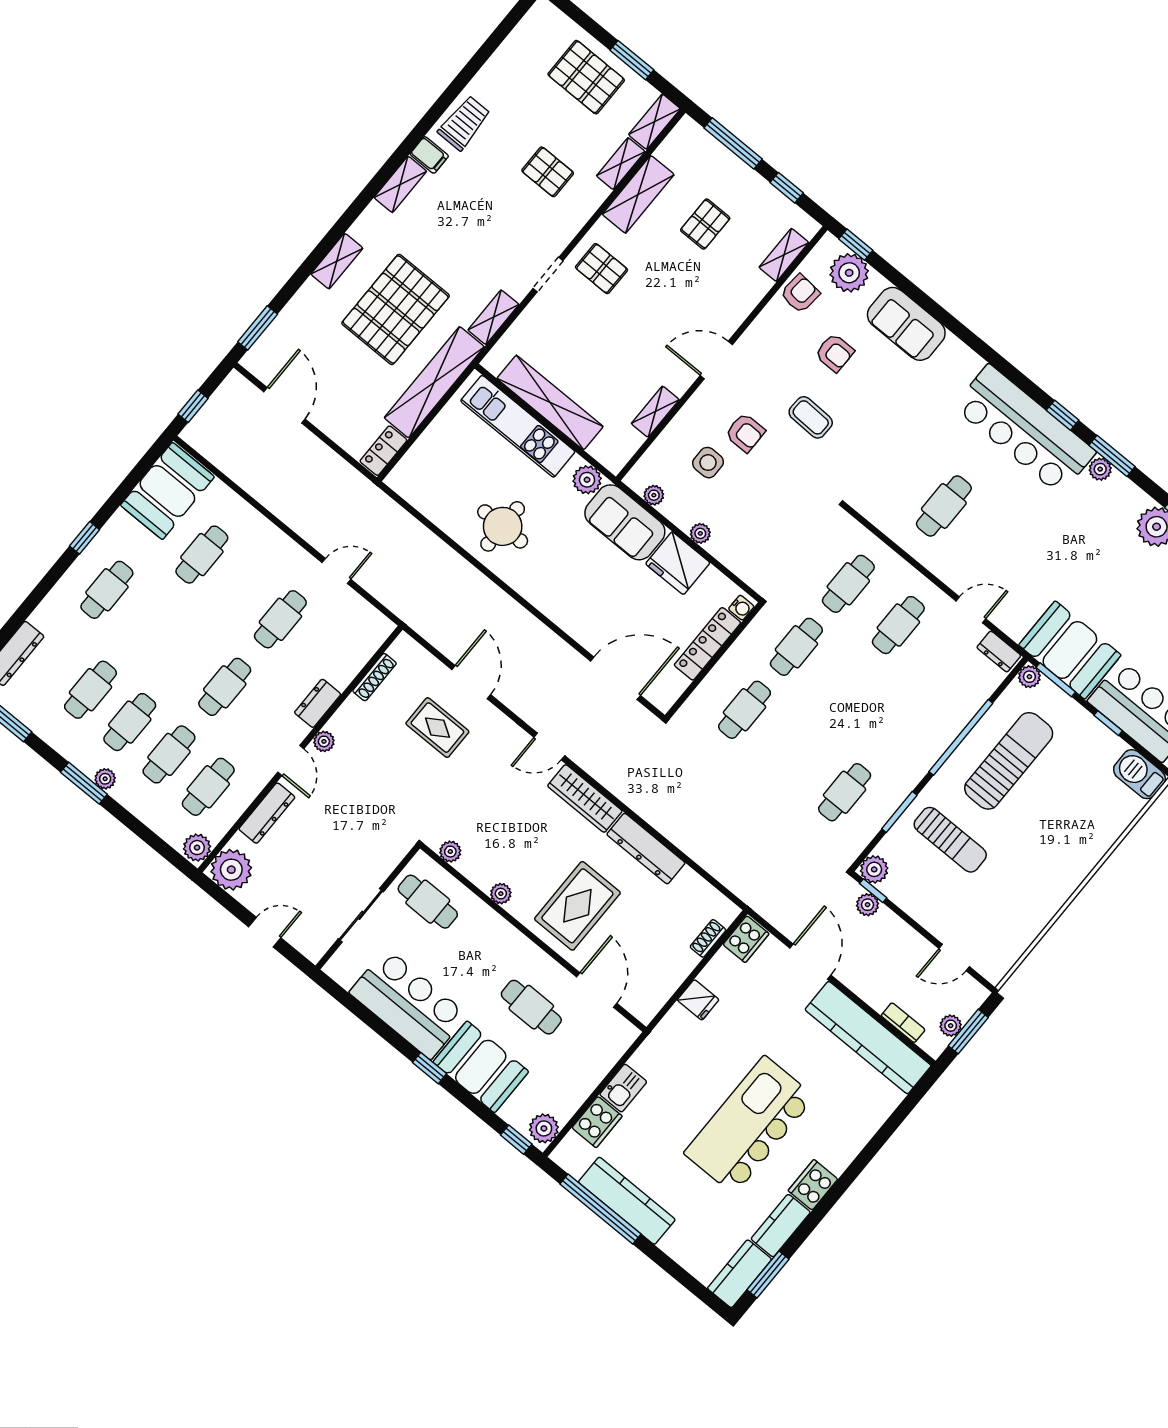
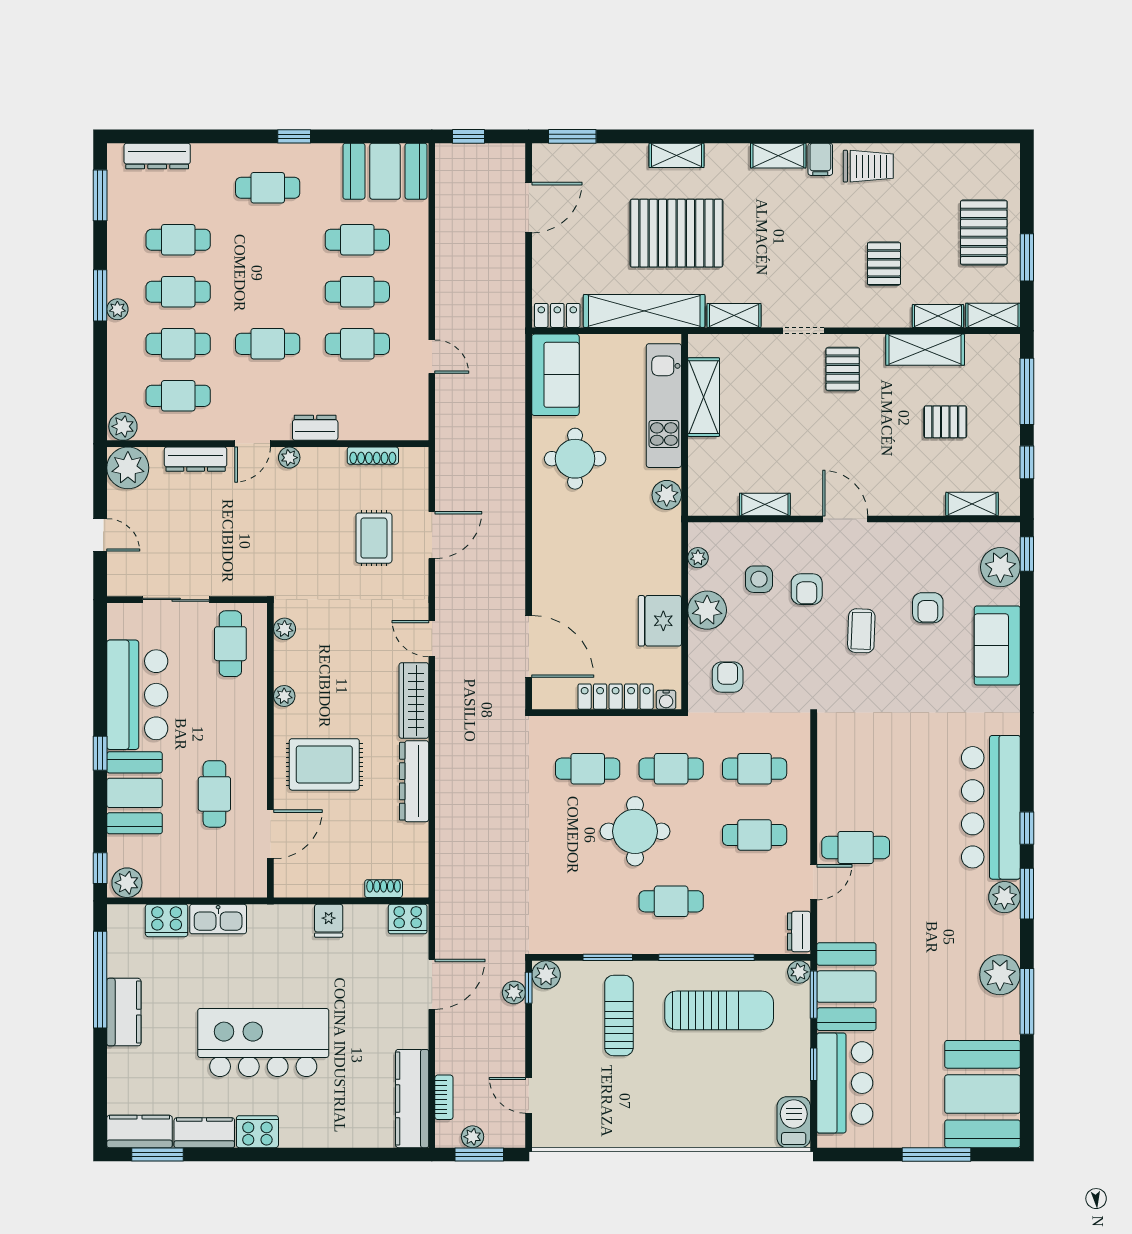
armchair: (800, 294) -> (728, 677), moved, turned -95
shelving: (550, 403) -> (704, 397), width x0.68
plant: (1100, 469) -> (1004, 897), width x1.38, depth x1.38
cafe table: (944, 506) -> (856, 848), moved
sofa: (625, 522) -> (555, 375), moved, turned 180
plant: (700, 533) -> (707, 610), width x1.88, depth x1.88
cafe table: (241, 587) -> (357, 292), added
door: (971, 610) -> (814, 882), hinge flipped
round table: (821, 713) -> (635, 831), added
cafe table: (845, 792) -> (671, 901), moved
sun lounger: (950, 840) -> (619, 1016), turned 180
kitchen counter: (868, 1038) -> (412, 1099), width x0.72, depth x0.86
kitchen sink: (623, 1088) -> (218, 919), width x1.38
kitchen counter: (627, 1201) -> (124, 1012), width x0.67

